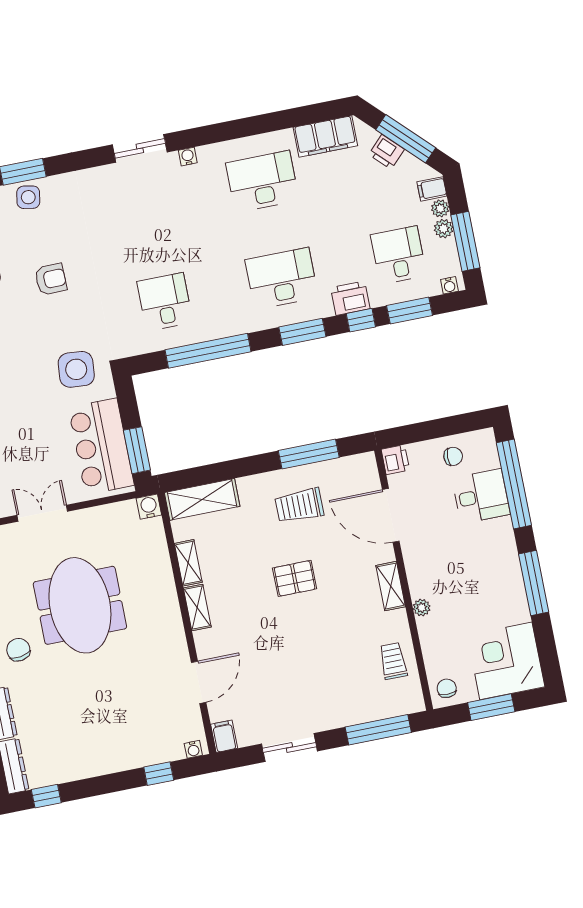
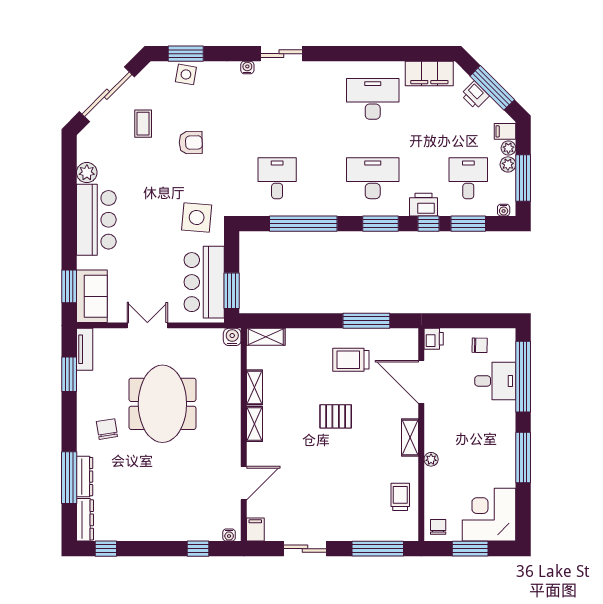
water cooler: (188, 157) -> (247, 67), moved
shelving: (202, 499) -> (266, 337), width x0.67, depth x0.75

